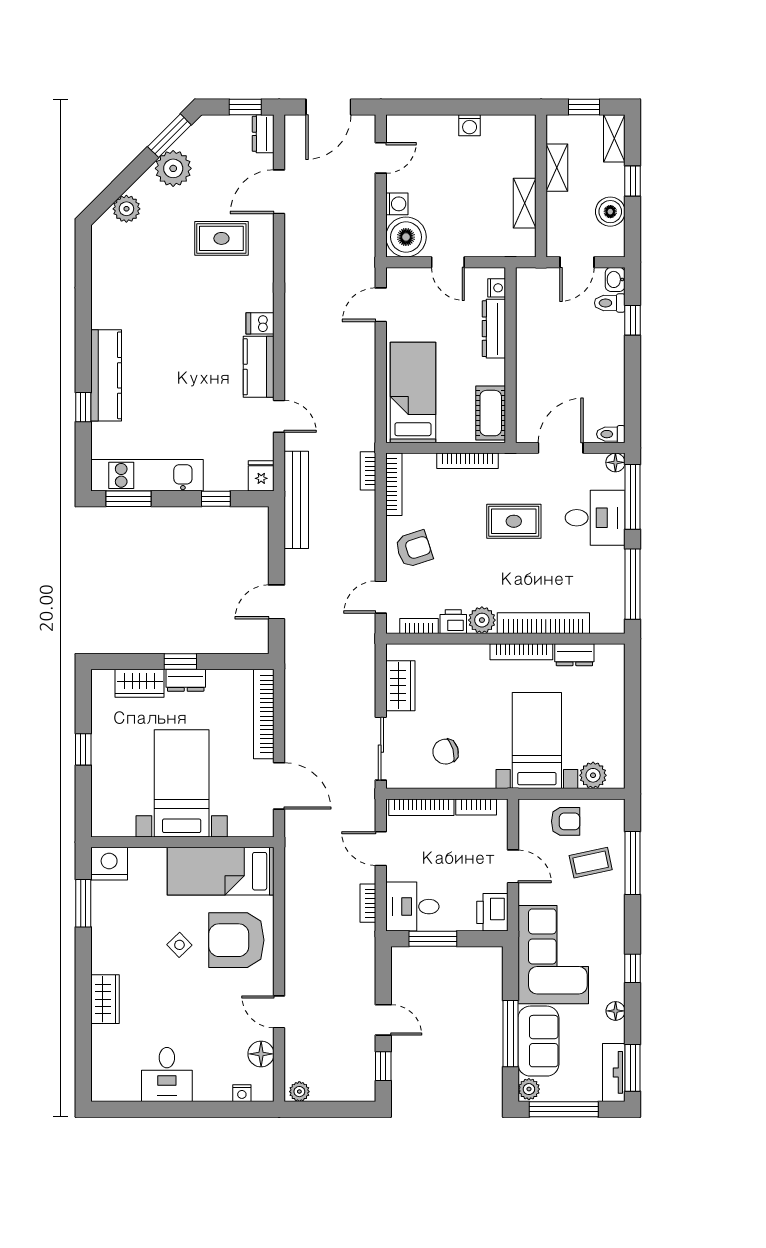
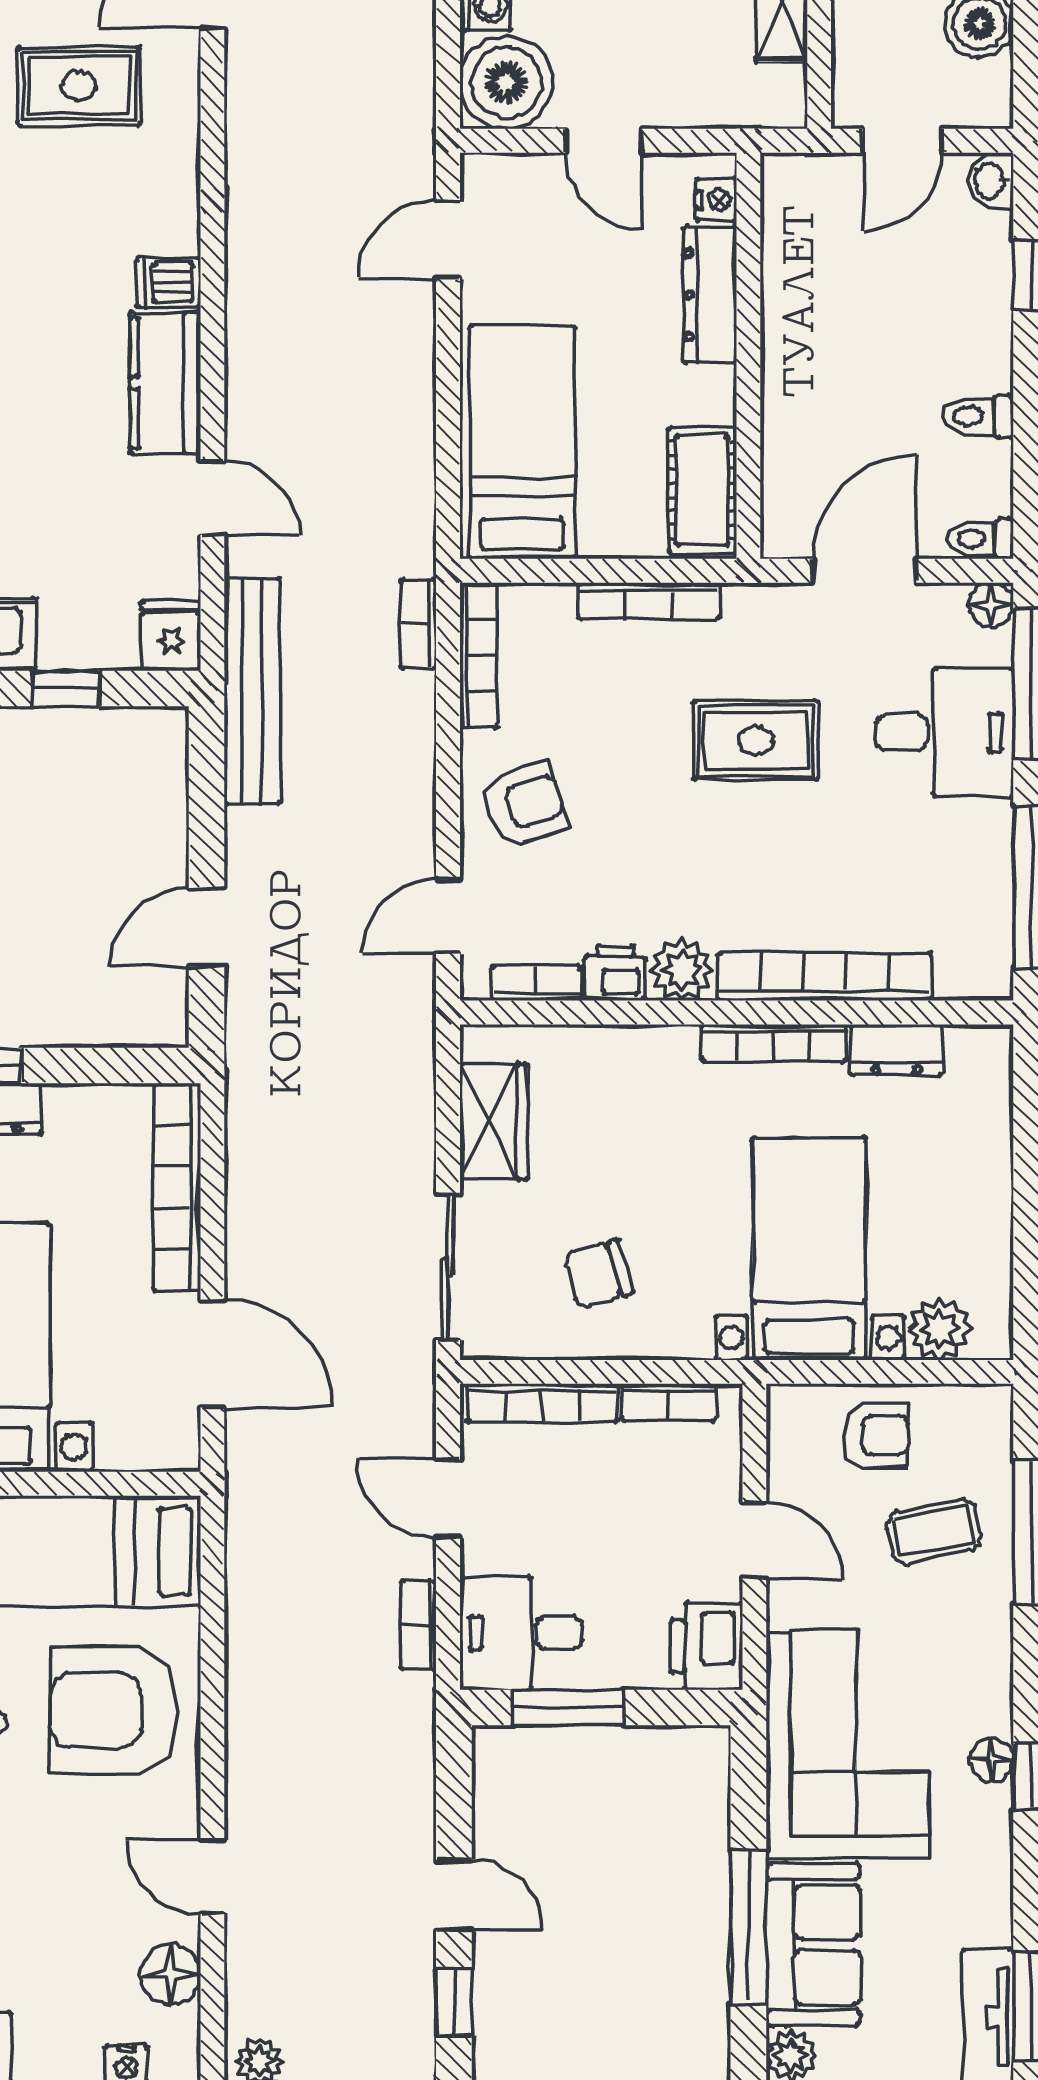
toilet: (610, 303) -> (978, 416), moved
floor lamp: (616, 1011) -> (992, 1760), moved

